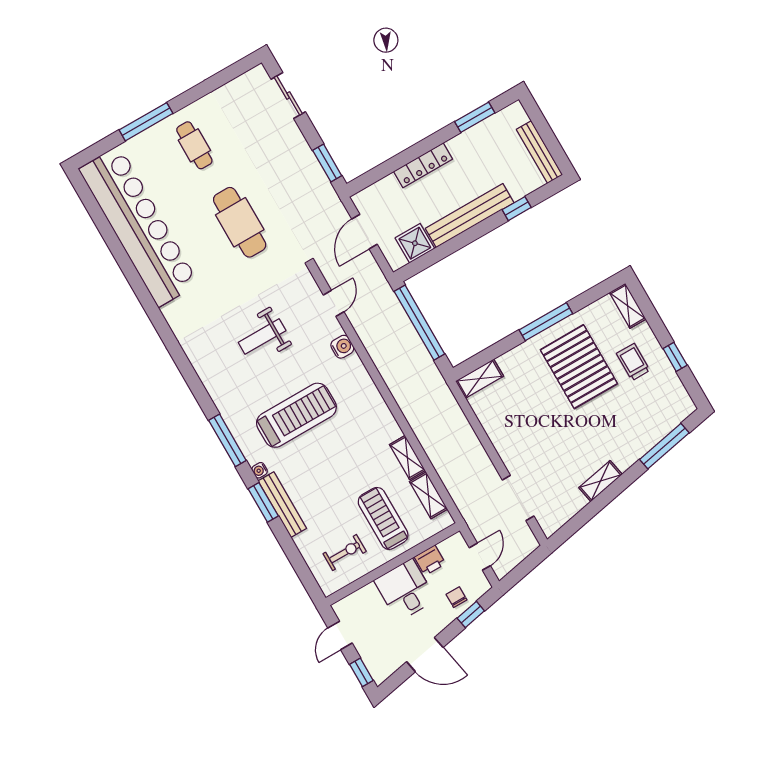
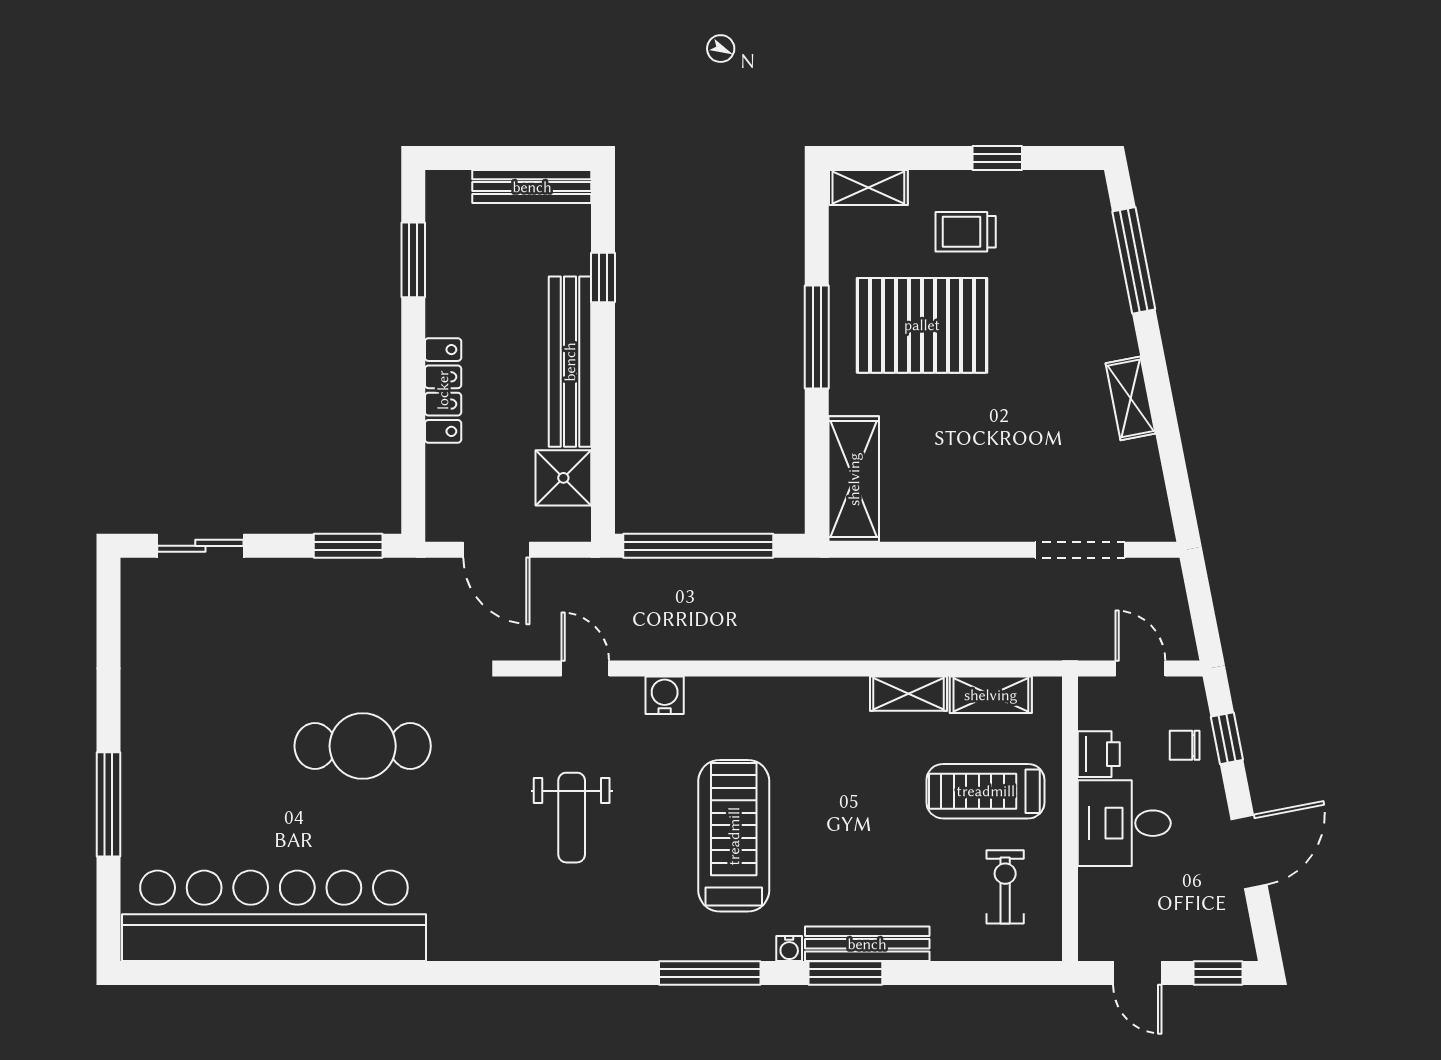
cafe table: (194, 145) -> (193, 747), removed
shelving: (480, 379) -> (854, 479), width x1.50, depth x1.33

